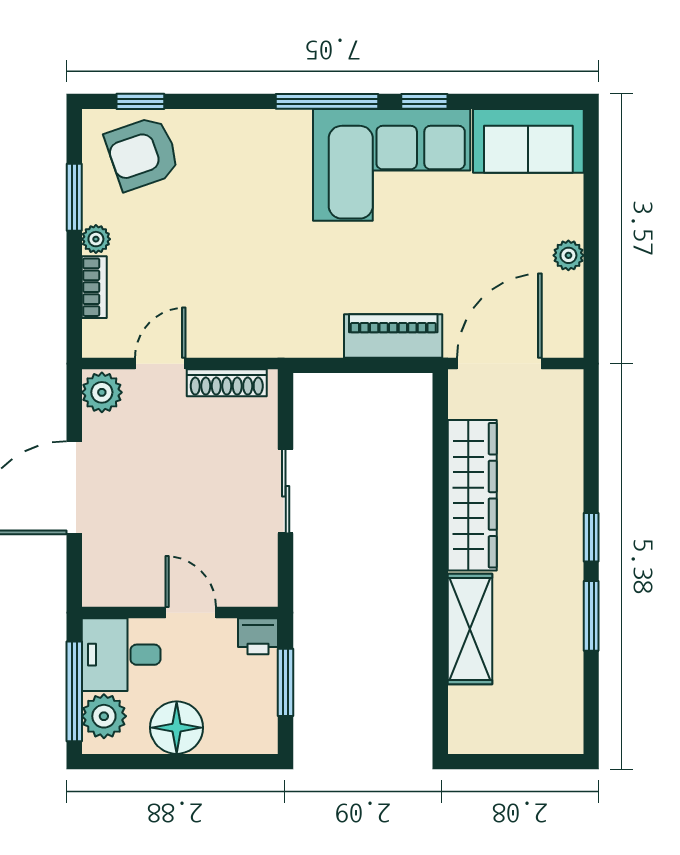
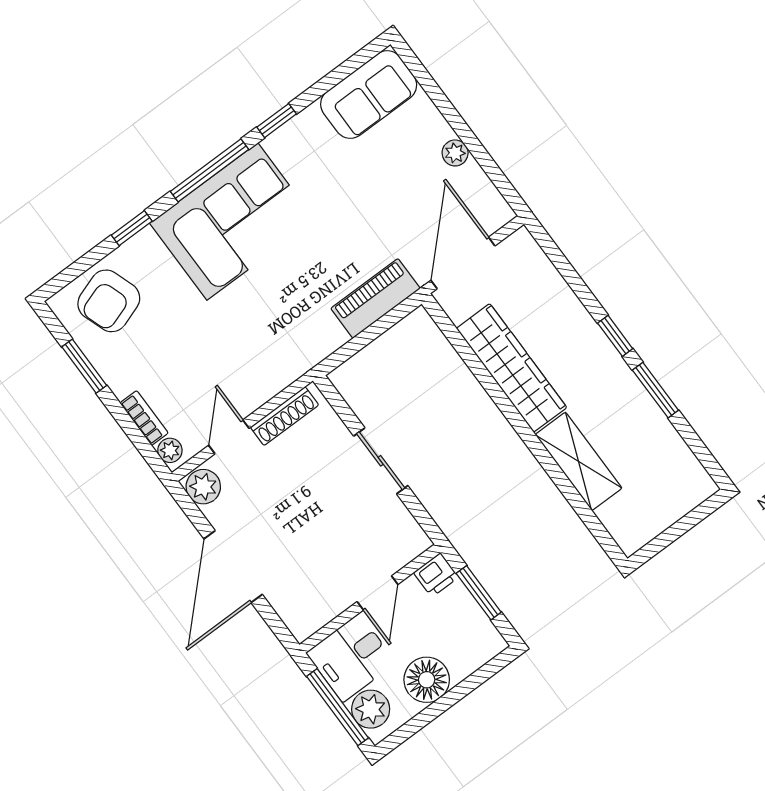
window: (140, 101) -> (132, 228), moved
corner sofa: (392, 165) -> (232, 222), moved
plant: (96, 239) -> (170, 450), moved
door: (191, 613) -> (377, 593), swing flipped

